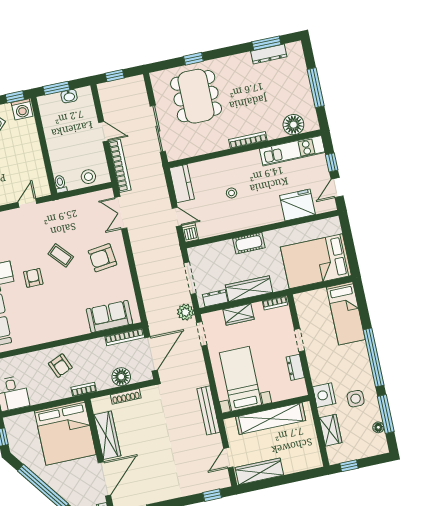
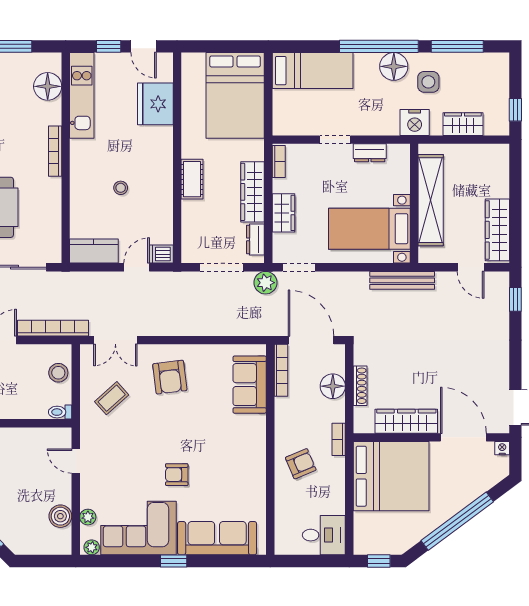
coffee table: (61, 255) -> (112, 398), moved
floor lamp: (378, 427) -> (394, 66), moved, width x1.89, depth x1.89

